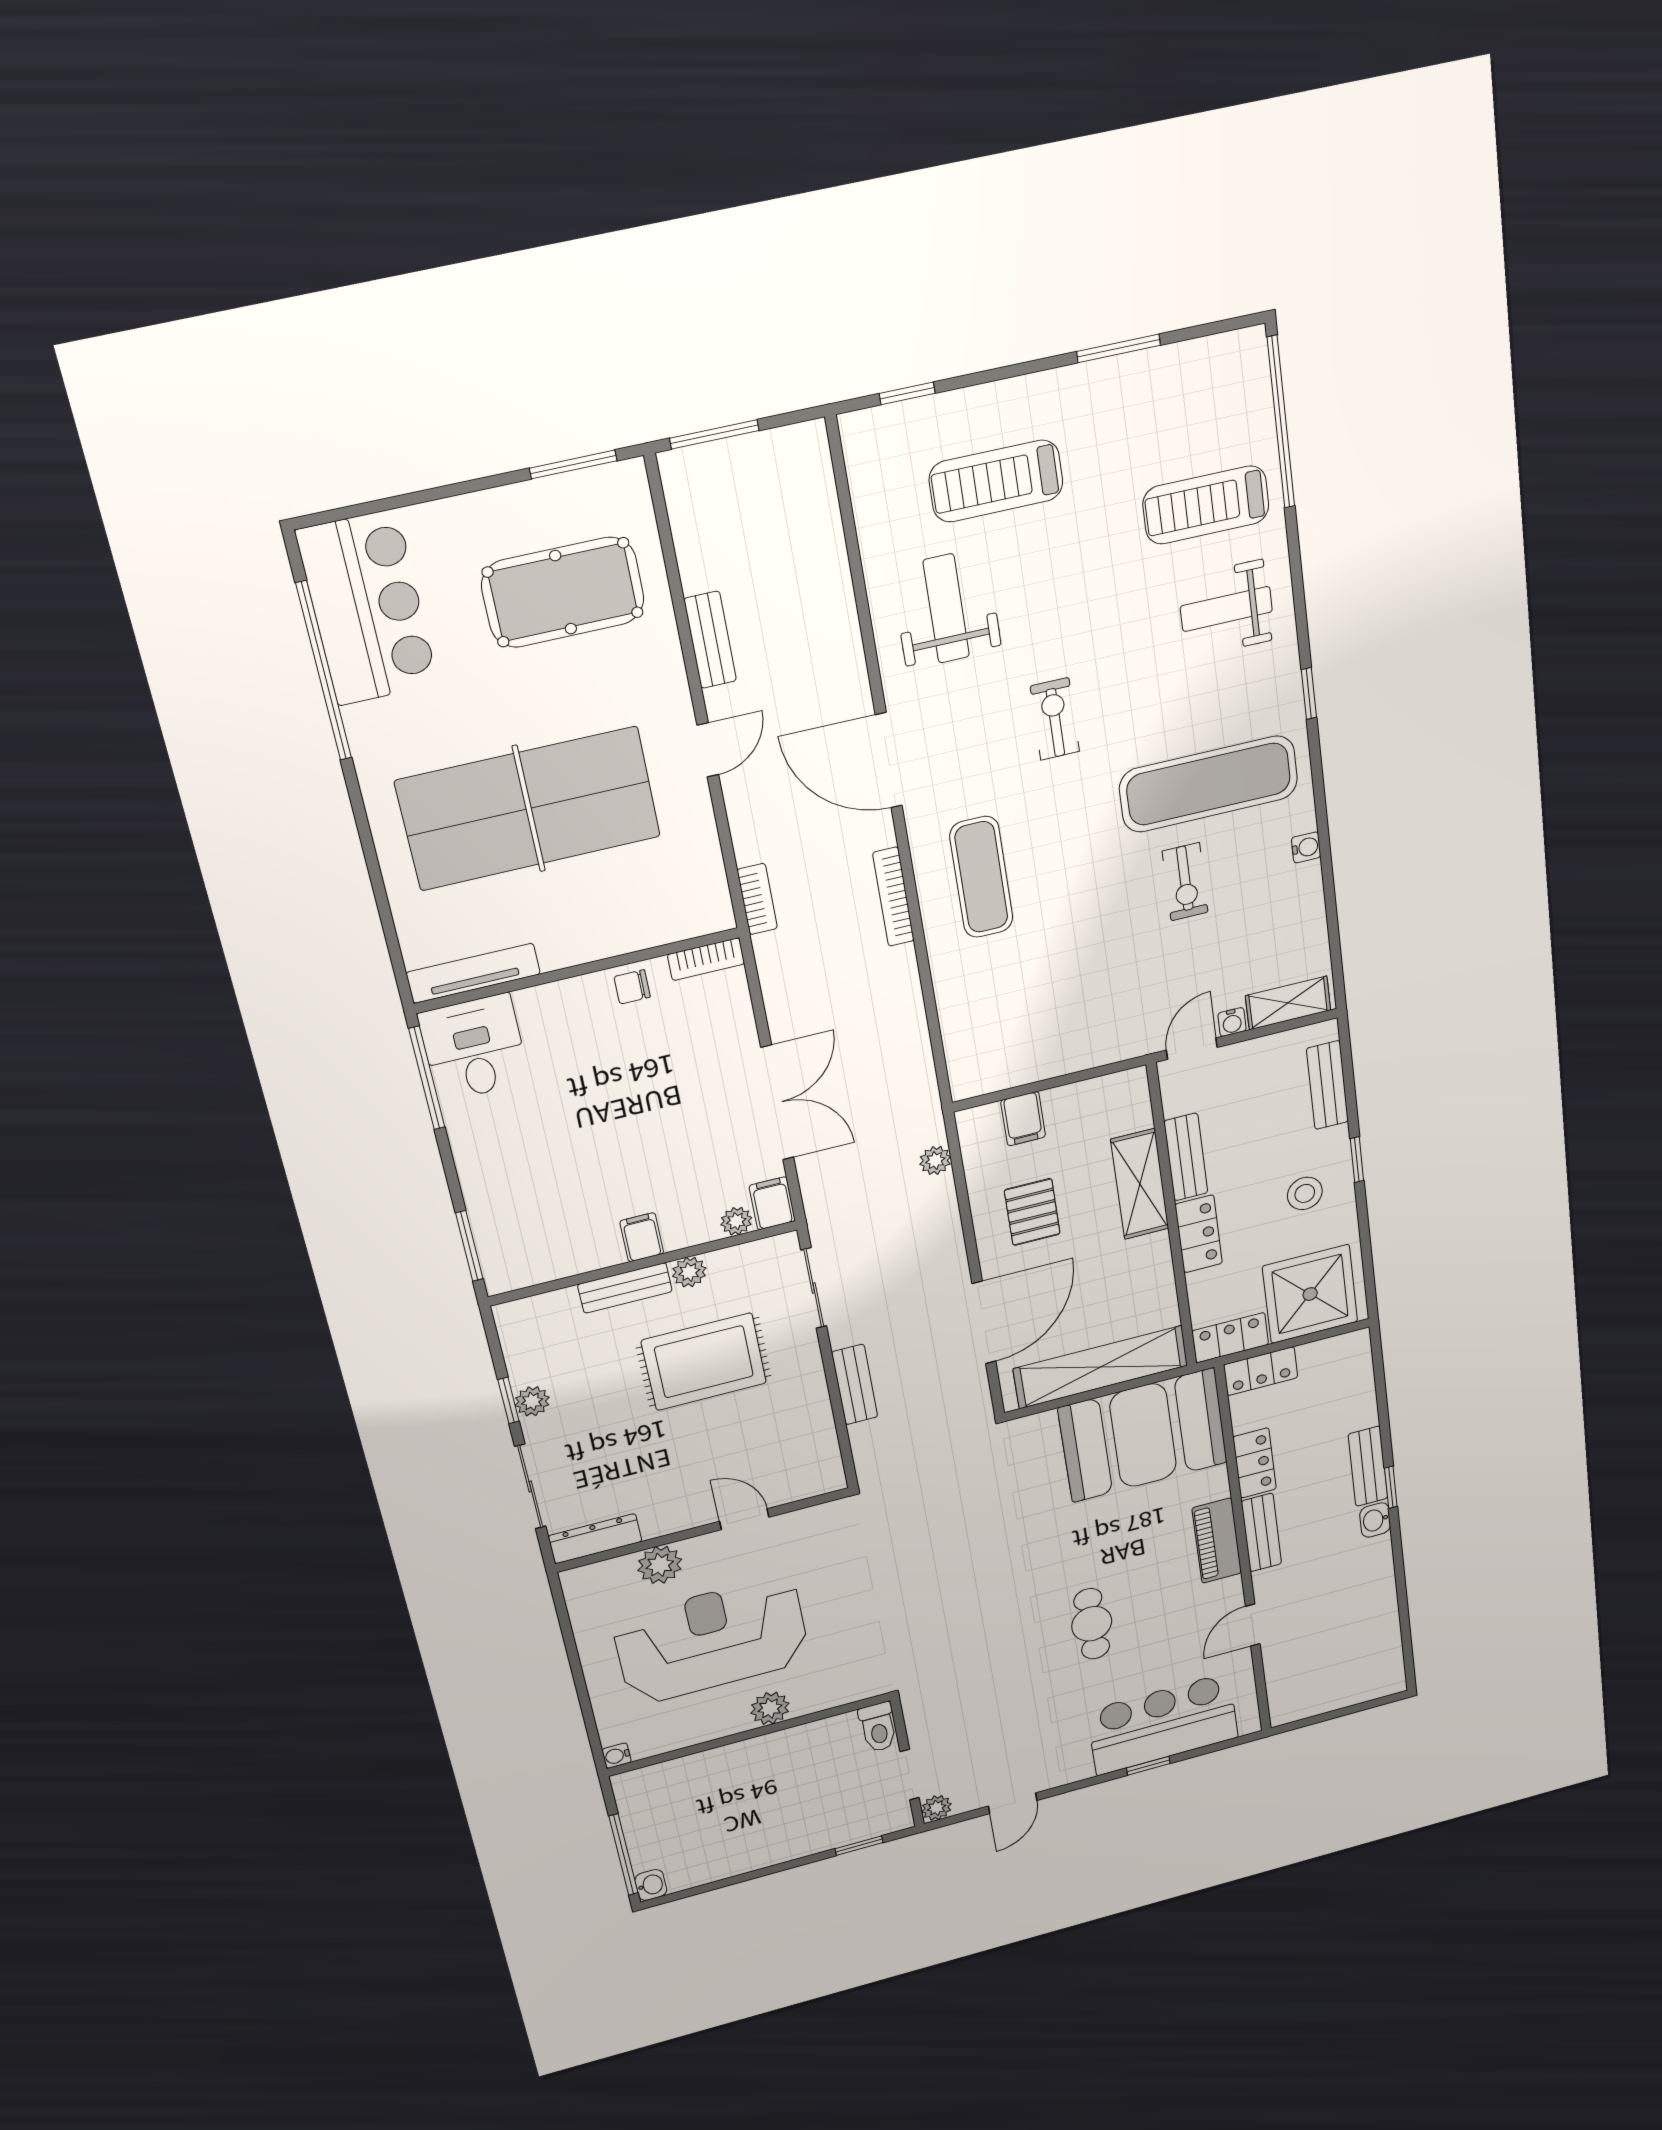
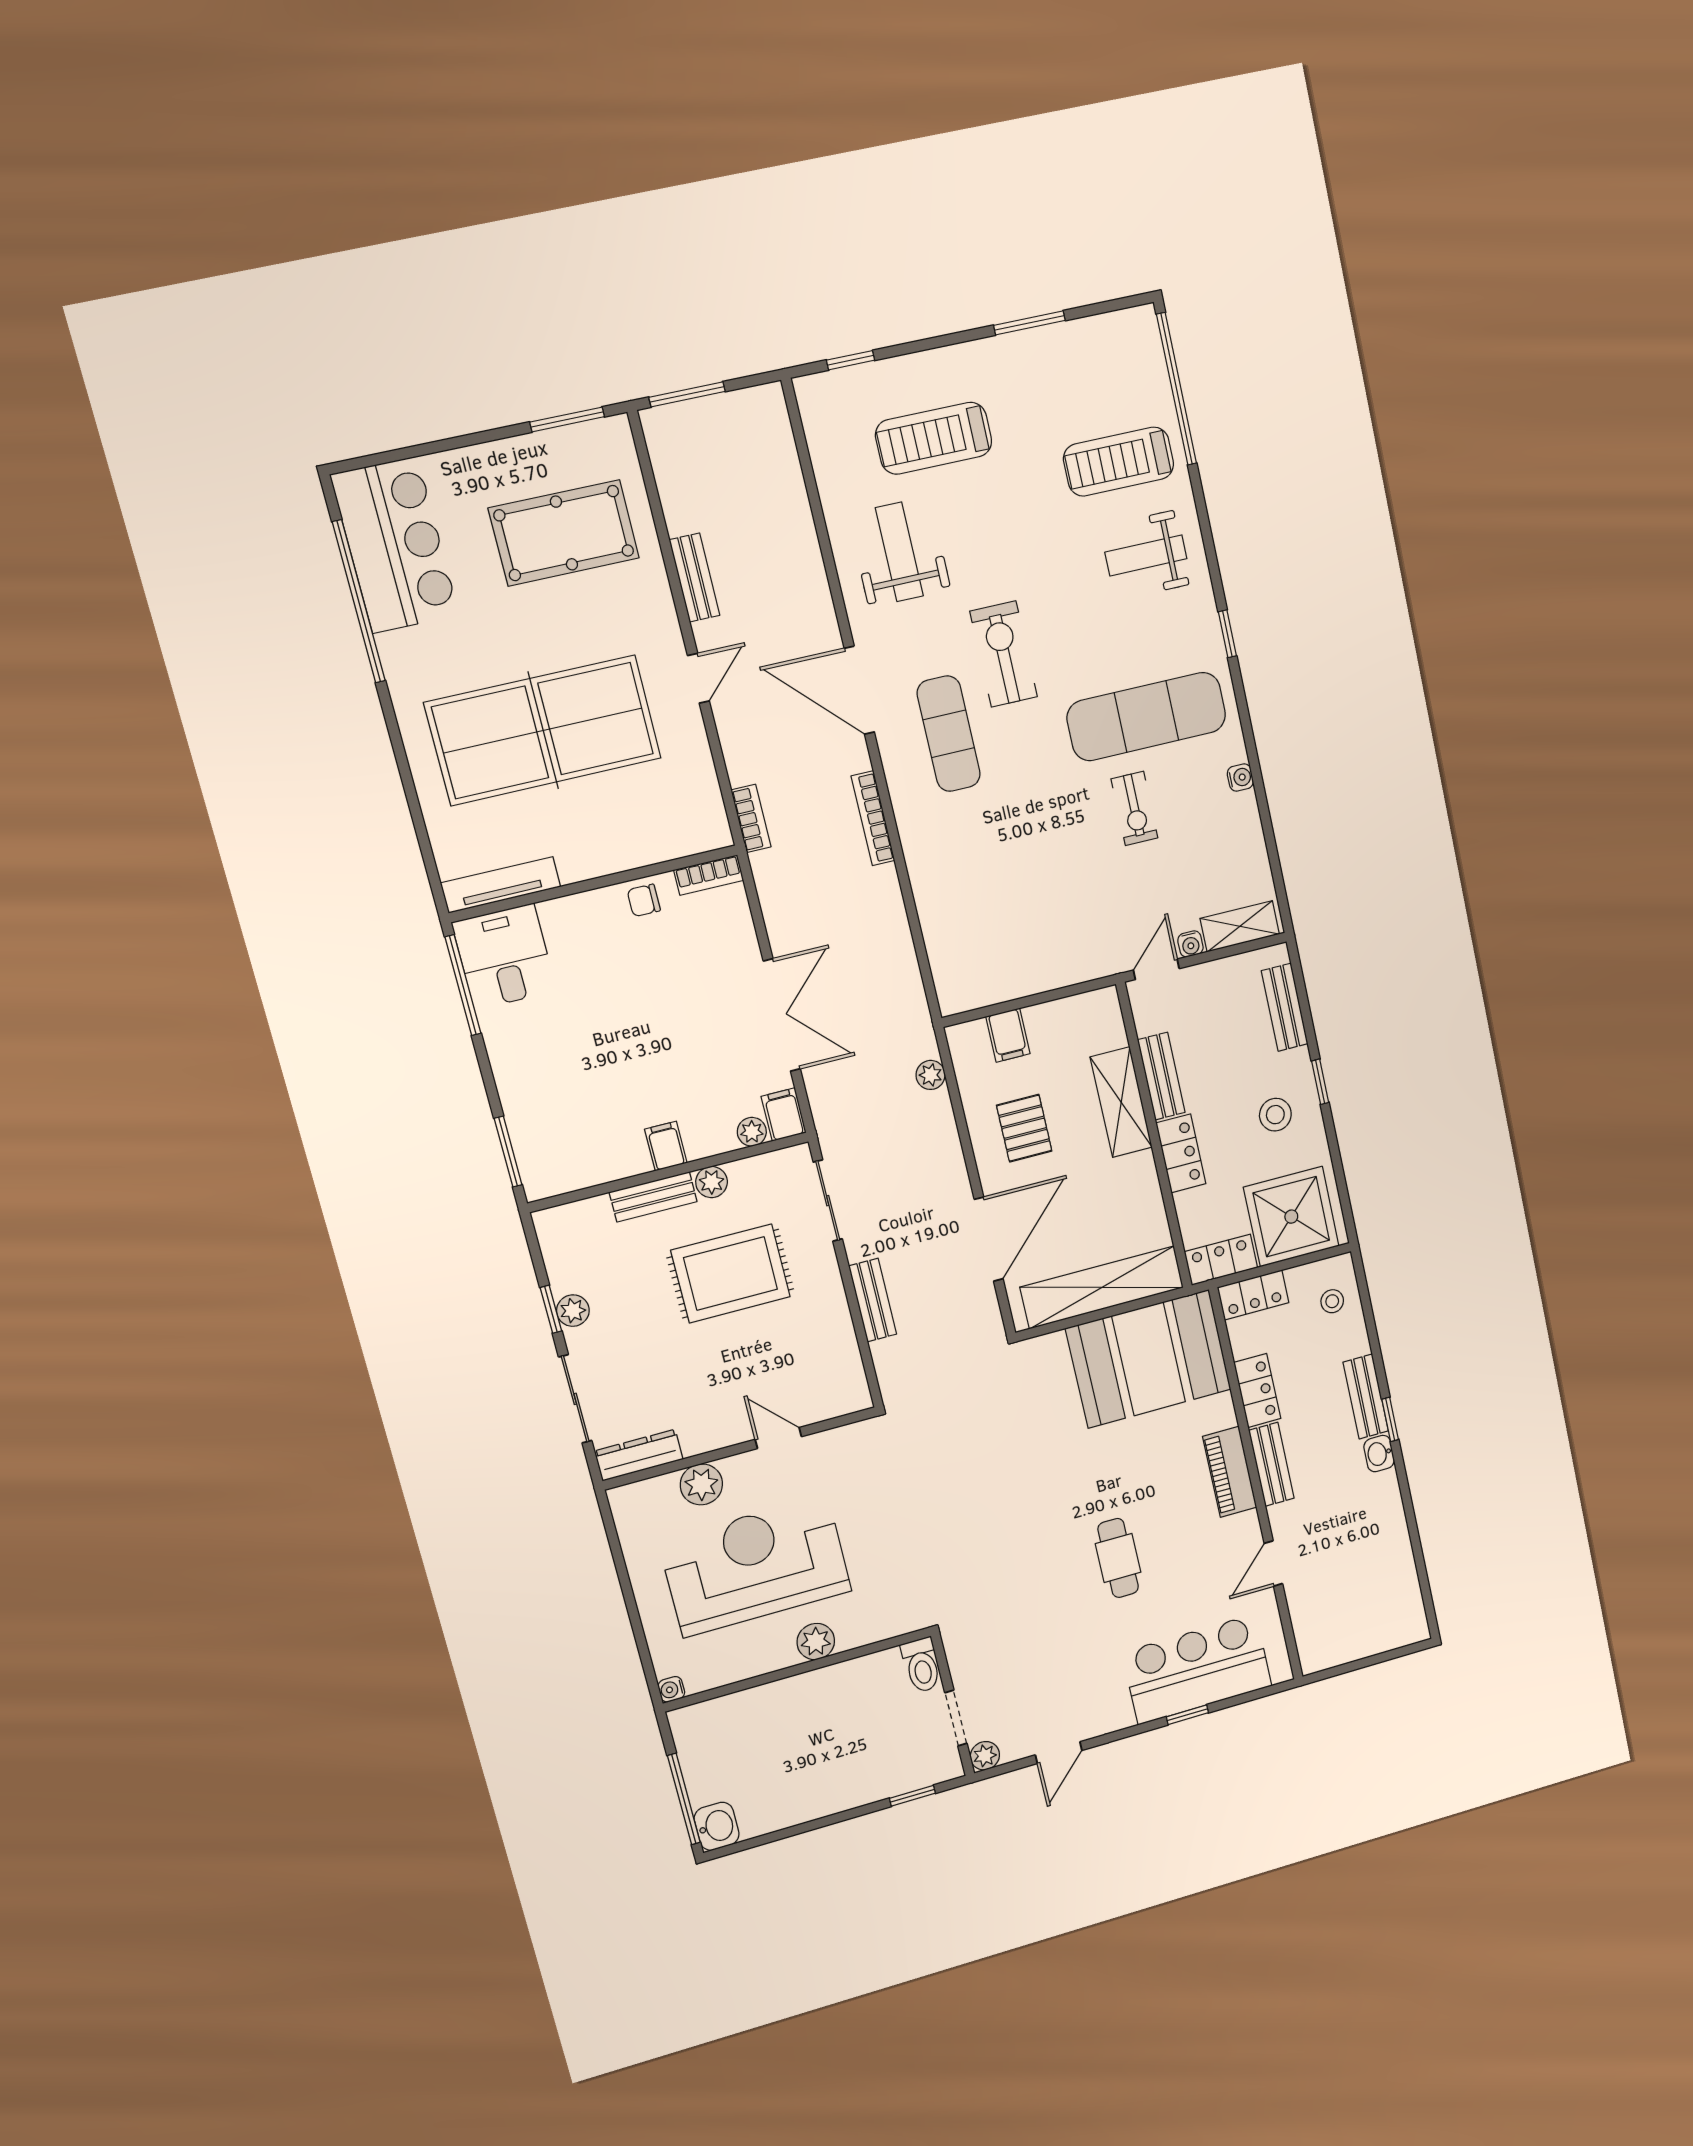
exercise bike: (1055, 719) -> (1004, 654), width x1.38, depth x1.39
exercise mat: (981, 877) -> (949, 734), moved
stool: (1344, 1376) -> (1332, 1301), added
washbasin: (651, 1885) -> (717, 1826), width x1.38, depth x1.45

